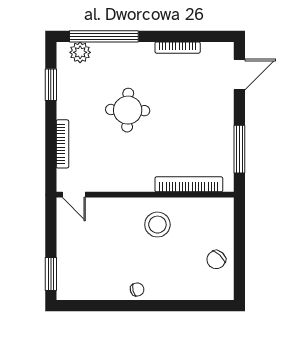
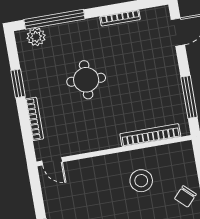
window: (51, 85) -> (18, 83), moved
stool: (157, 225) -> (141, 181), moved

